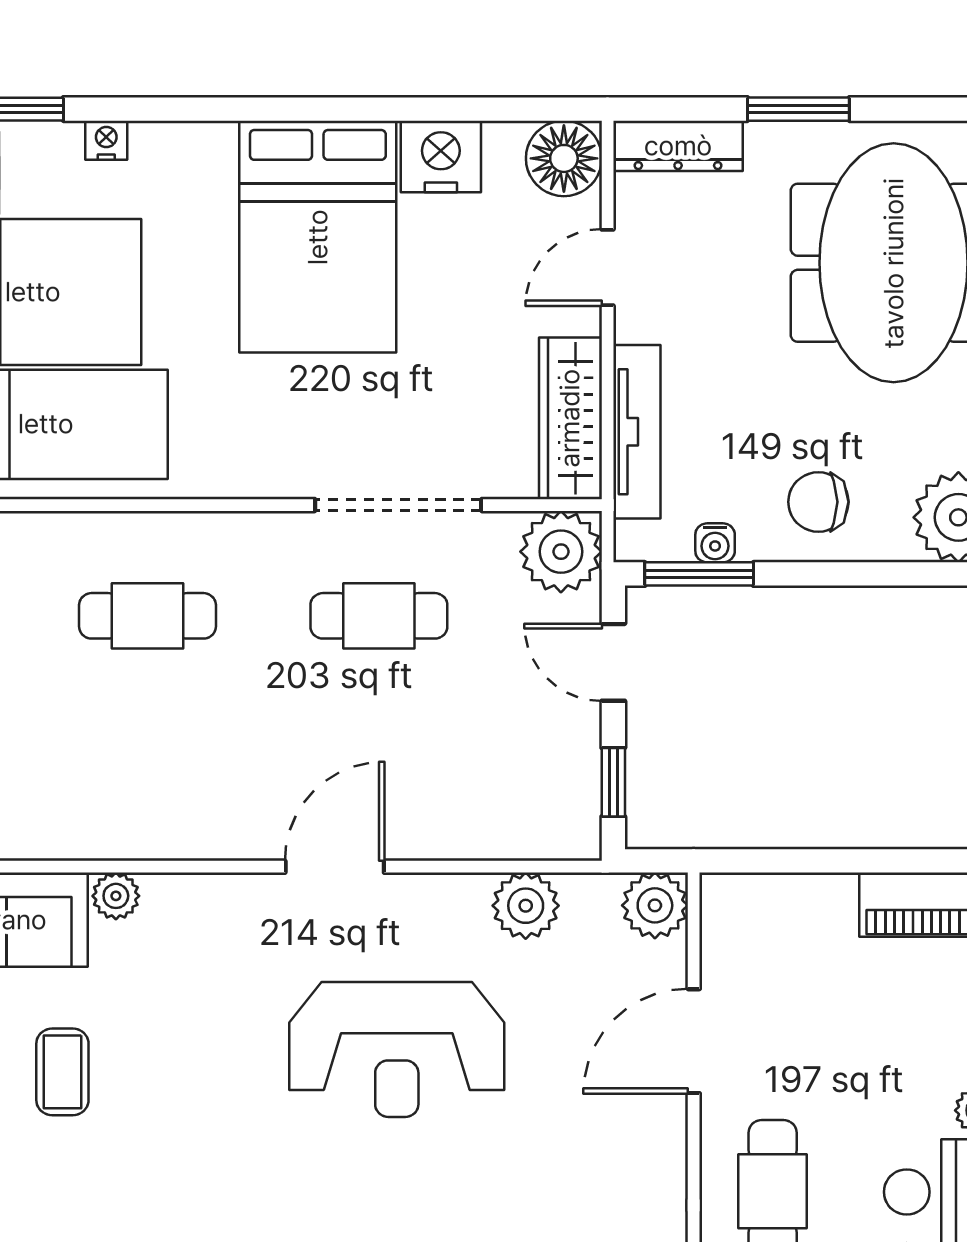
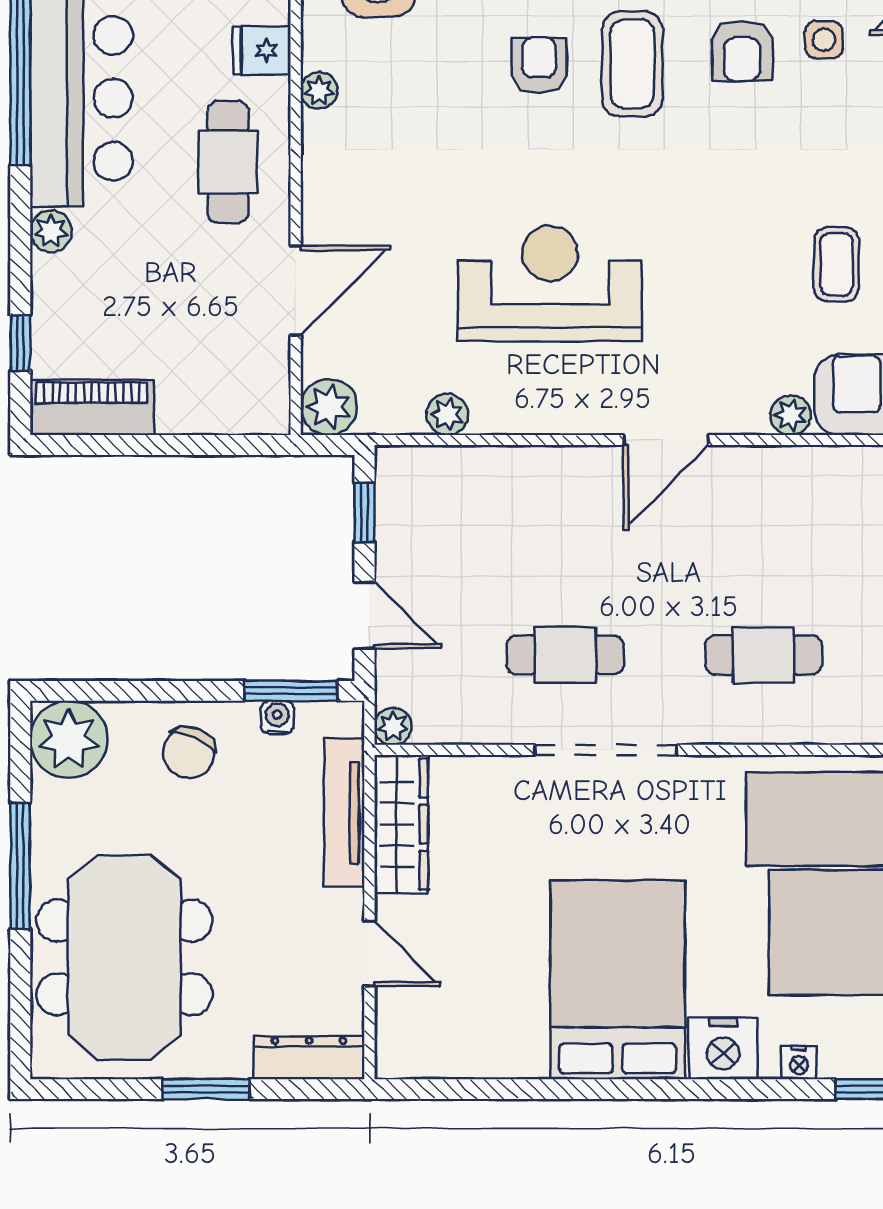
nightstand: (441, 156) -> (723, 1048), moved
floor lamp: (564, 158) -> (407, 1047), removed
door: (608, 267) -> (369, 953), hinge flipped
chair: (818, 502) -> (189, 753), turned 113
doorway: (398, 505) -> (606, 750), moved
plant: (561, 552) -> (393, 726), width x0.53, depth x0.53
door: (335, 867) -> (666, 440), moved
plant: (526, 906) -> (447, 414), width x0.73, depth x0.73

